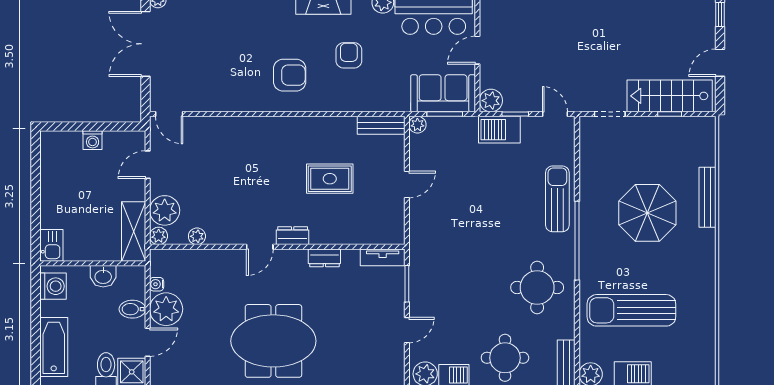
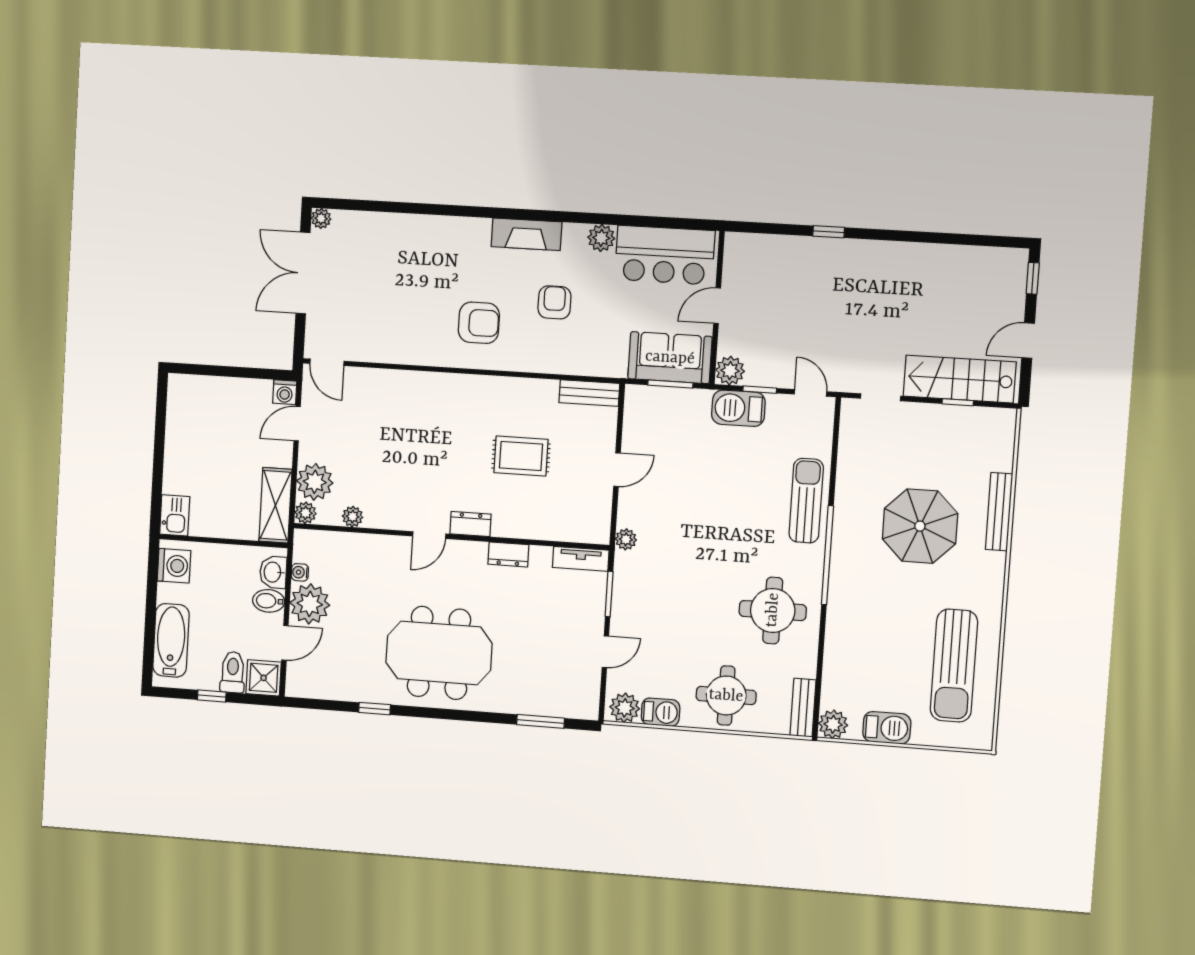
plant: (417, 125) -> (626, 539), moved
washing machine: (93, 140) -> (285, 392), moved
washbasin: (103, 276) -> (273, 572), moved, turned 90
sun lounger: (631, 310) -> (954, 666), moved, turned -90

